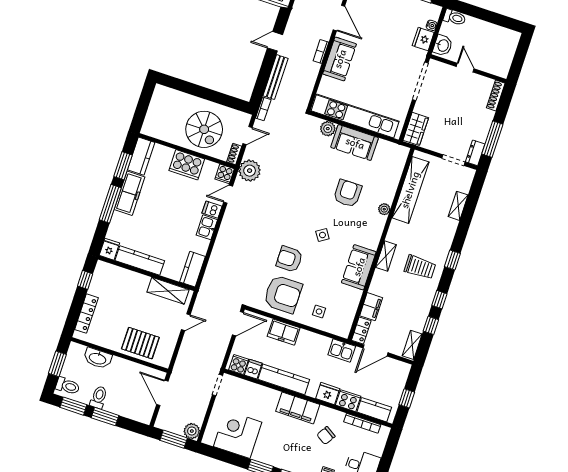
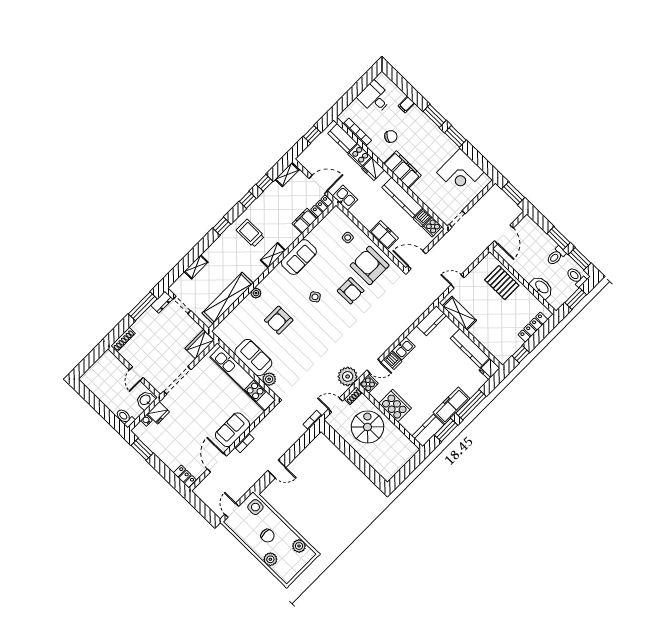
bench: (275, 77) -> (290, 441), removed
plant: (192, 431) -> (495, 193), removed

